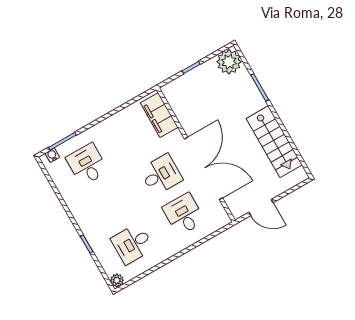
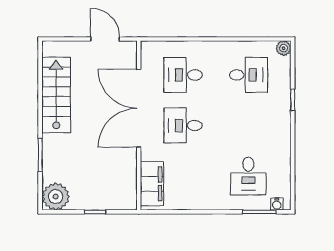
desk: (184, 214) -> (183, 75), turned 90

